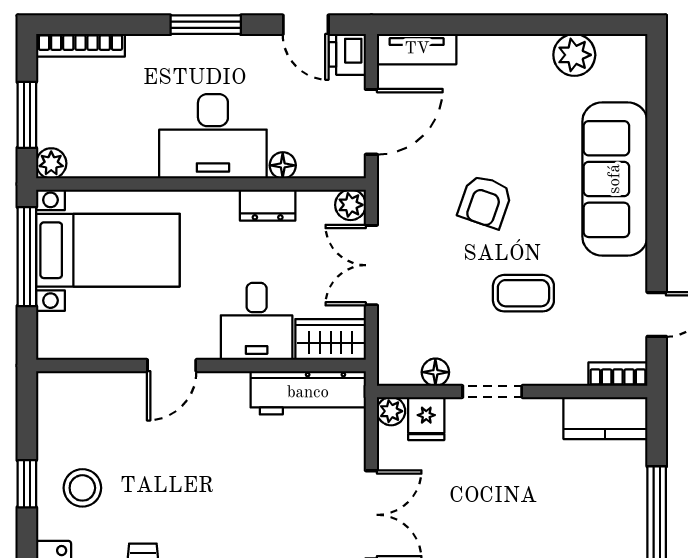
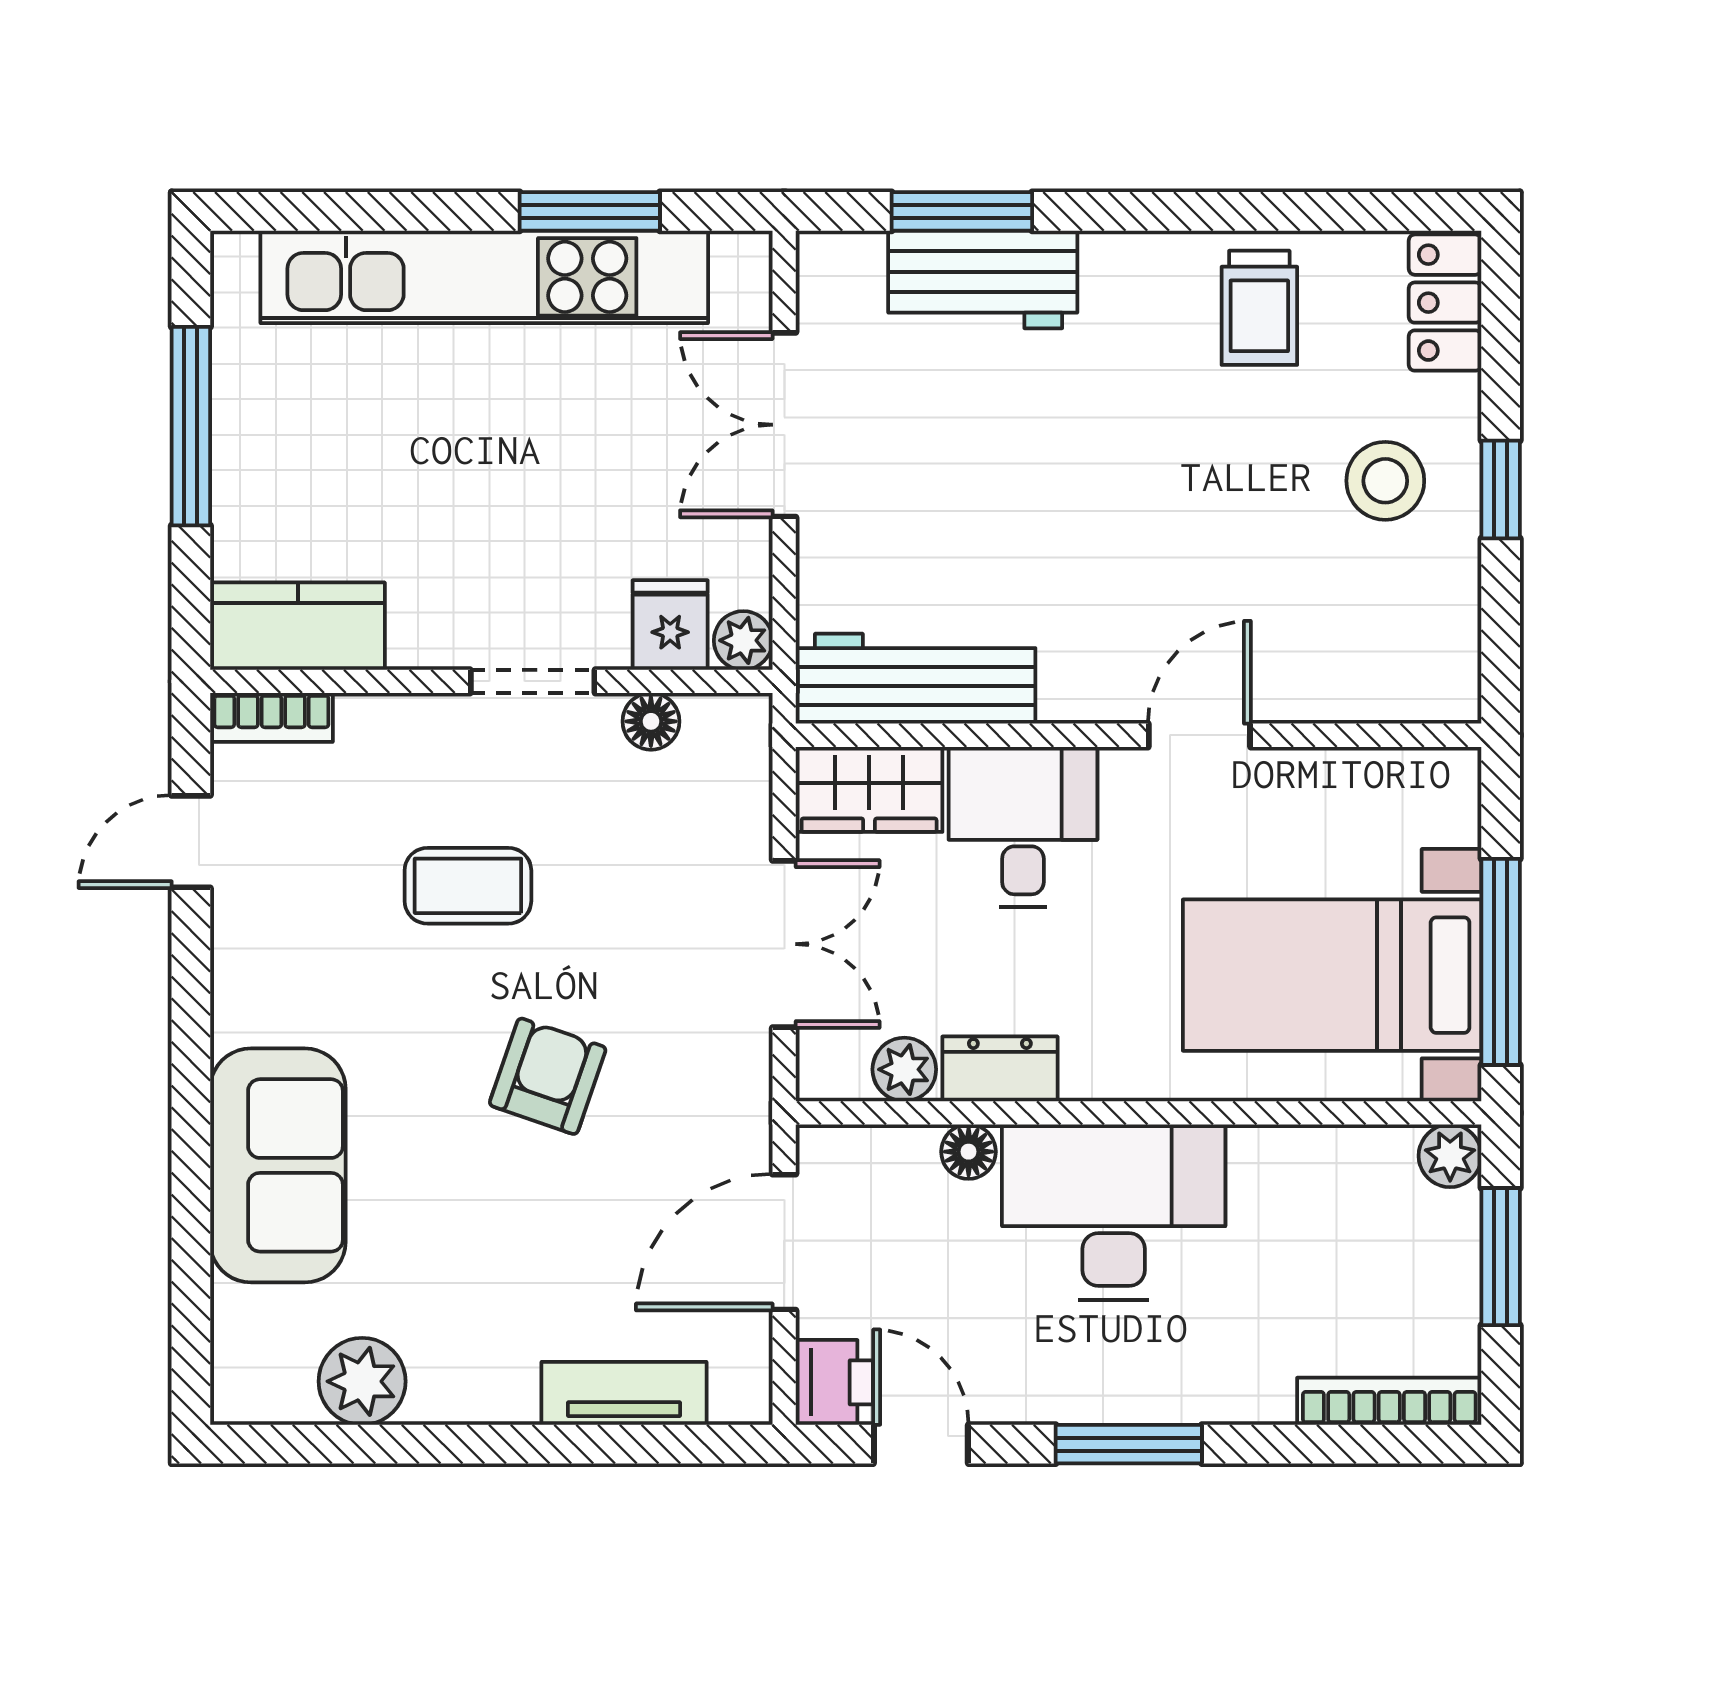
tv unit: (417, 49) -> (624, 1393), moved
sofa: (615, 179) -> (278, 1165), width x0.73
plant: (351, 205) -> (904, 1069), moved

